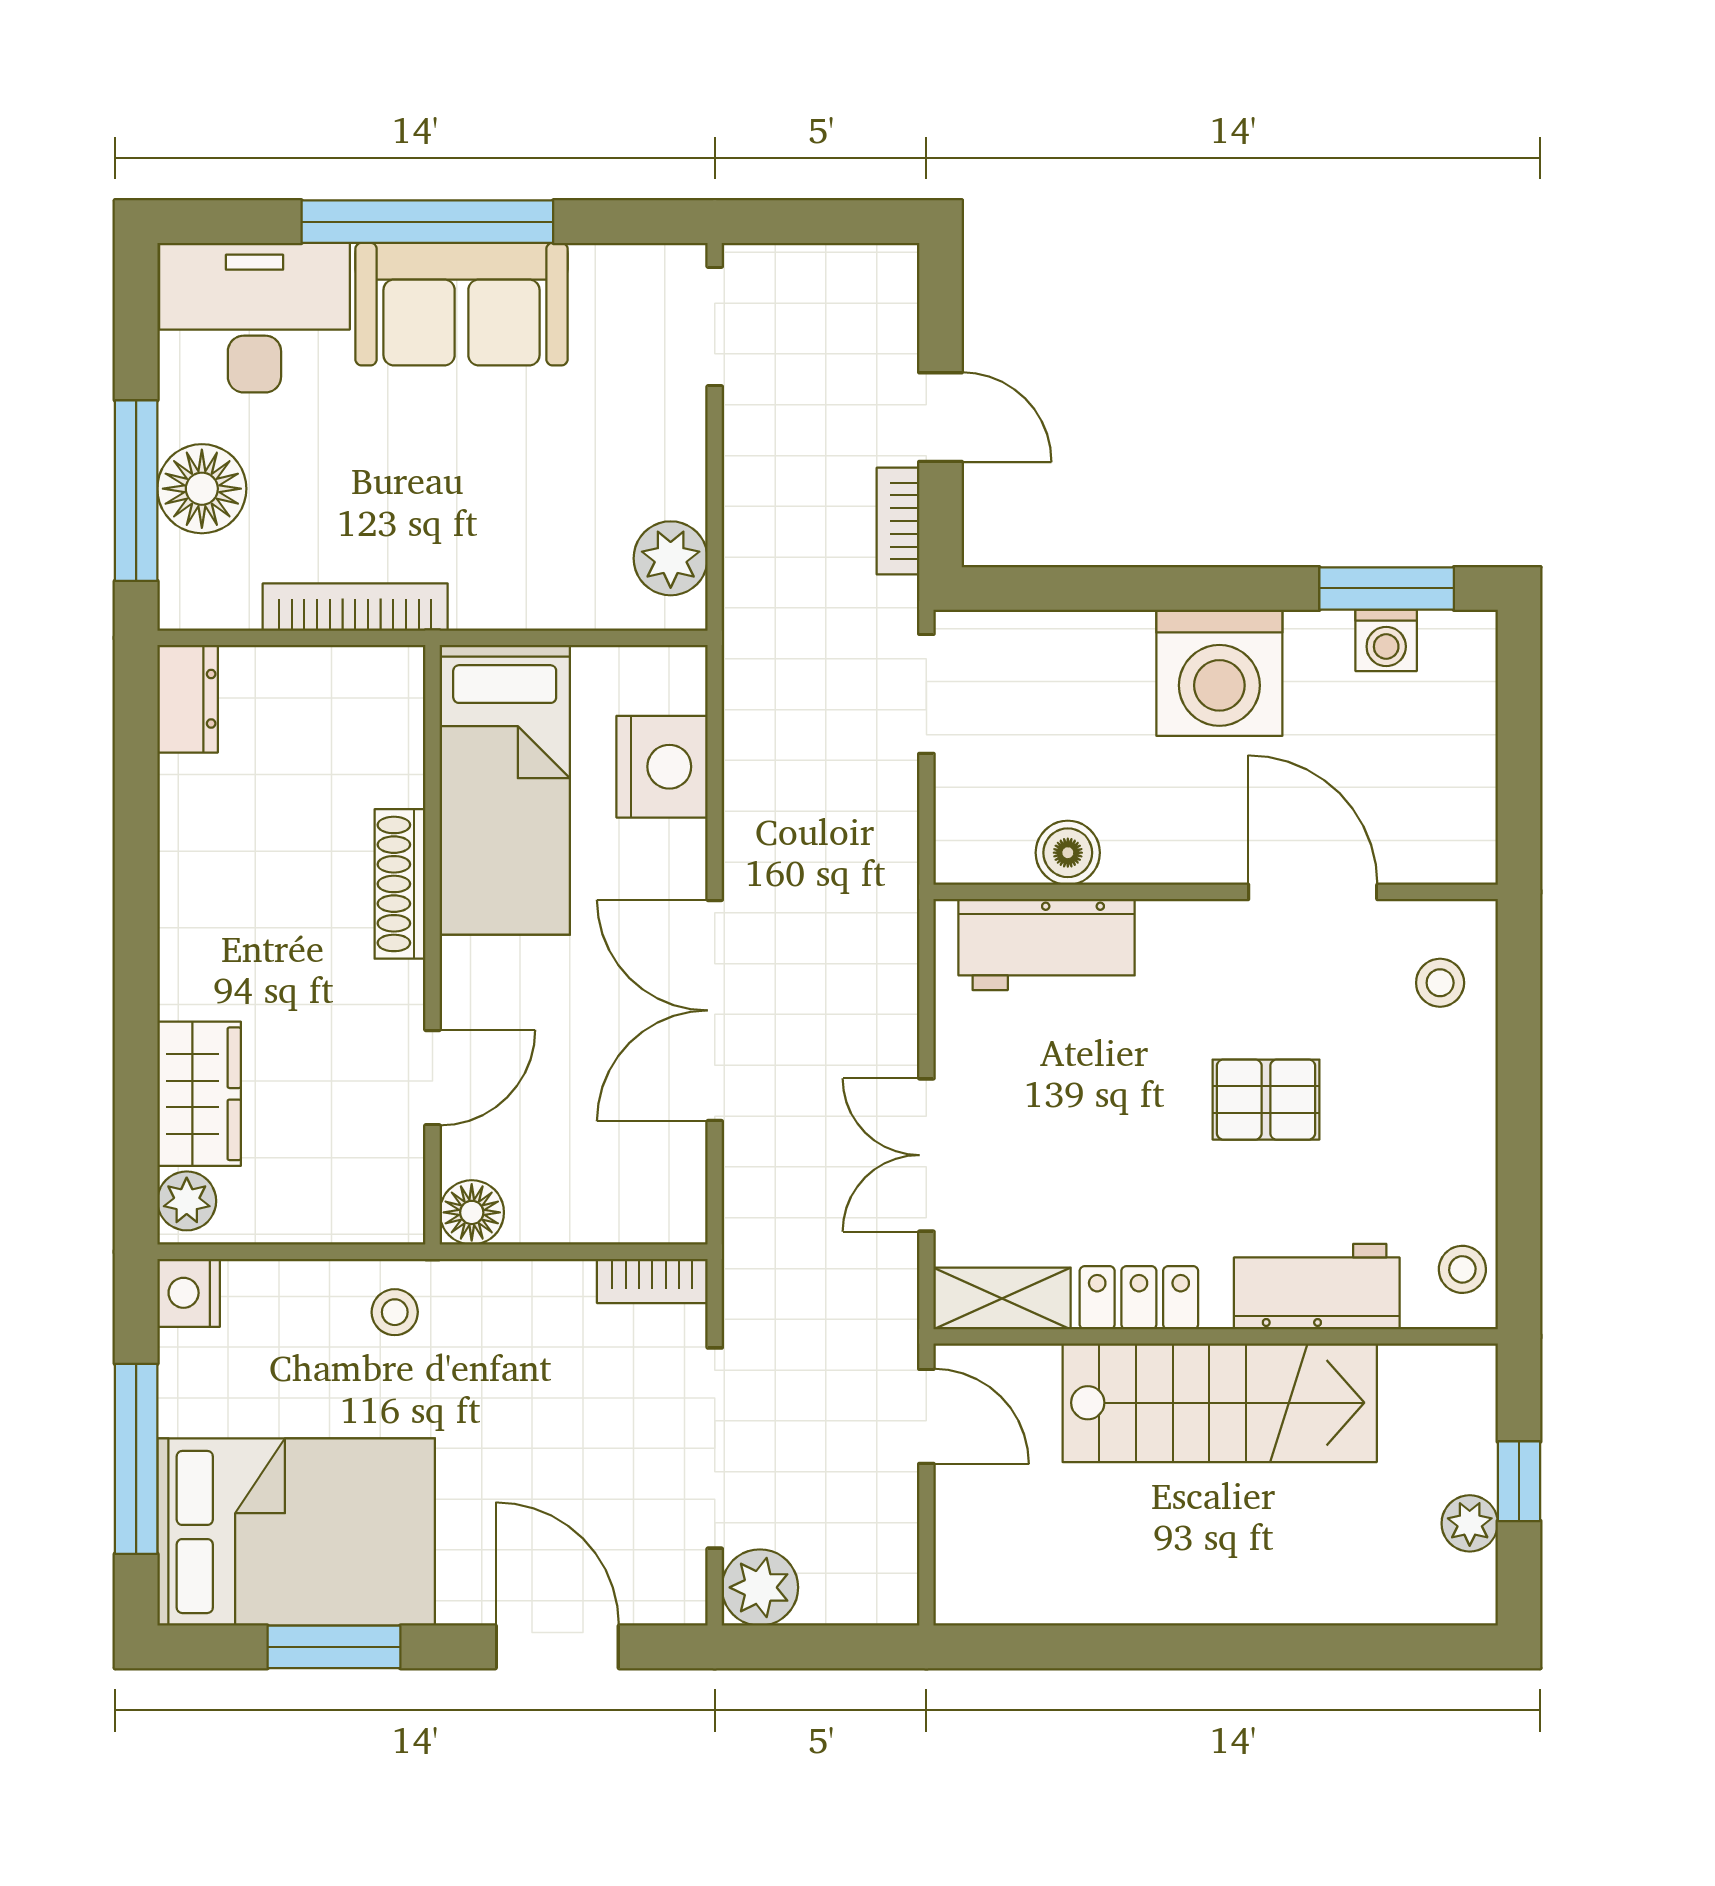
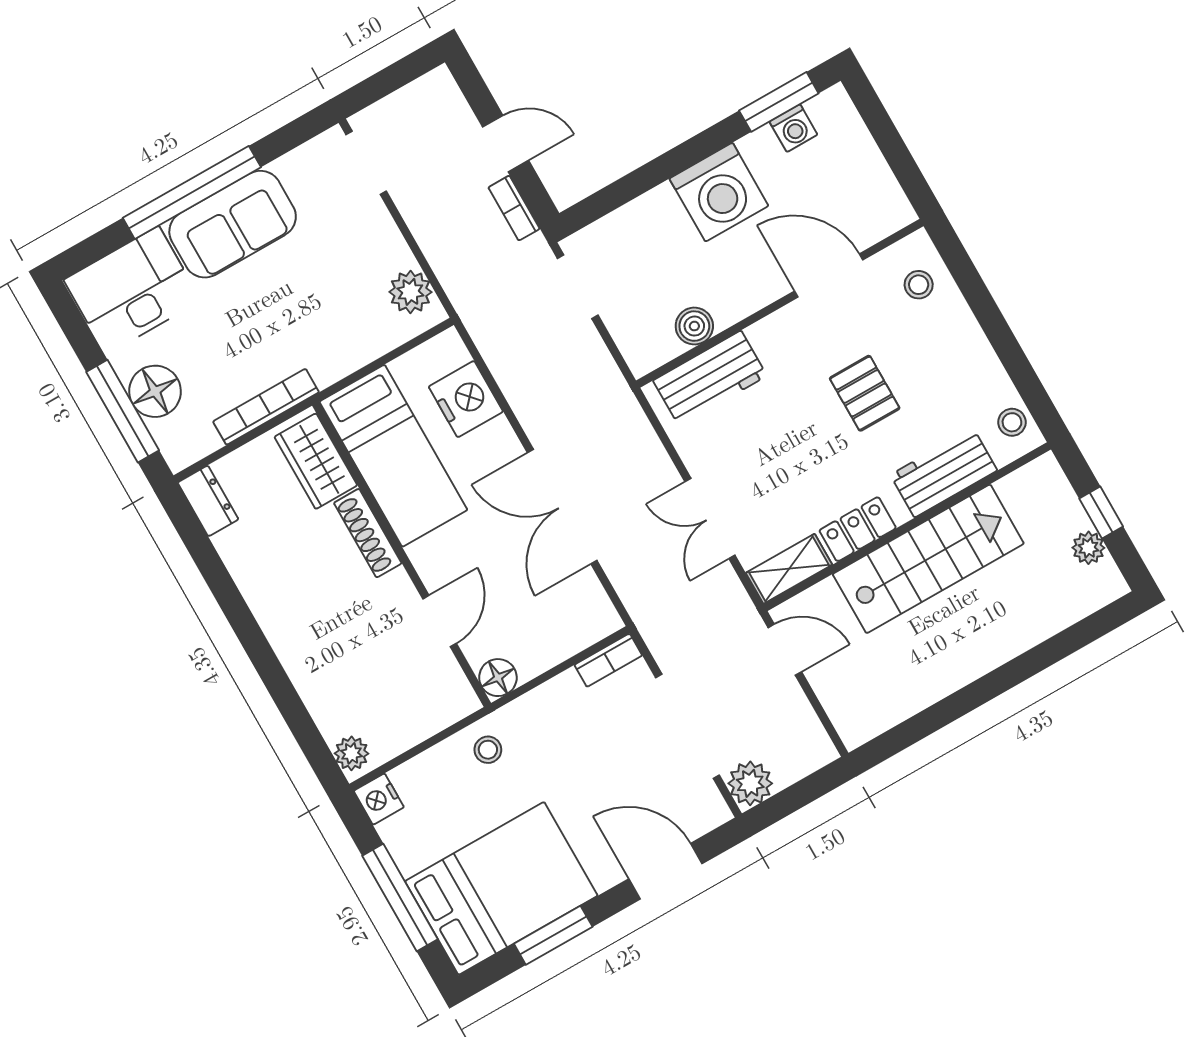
wardrobe: (199, 1094) -> (316, 461), moved, turned 180
pallet: (1266, 1100) -> (865, 393), turned 90

